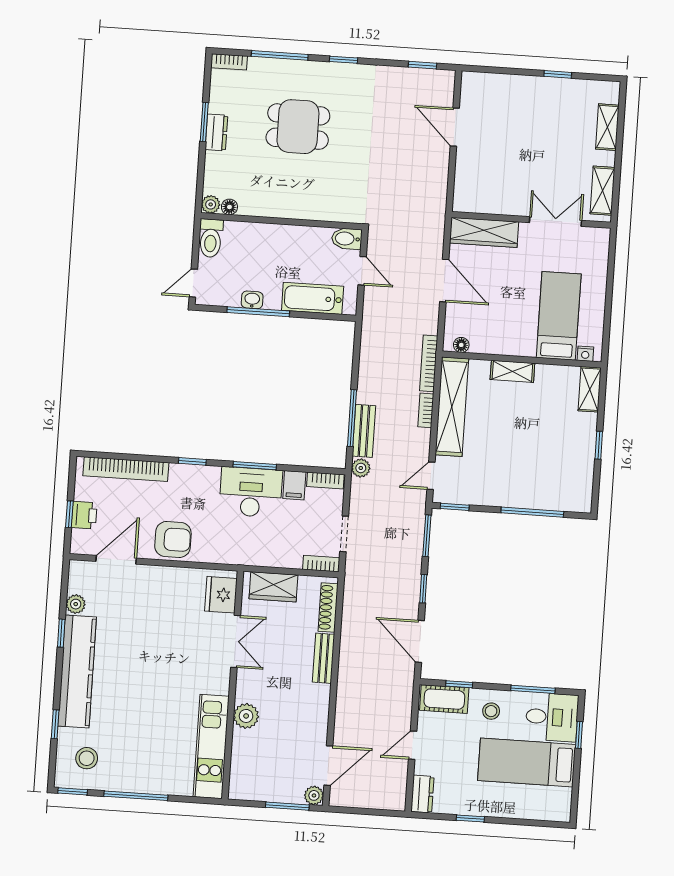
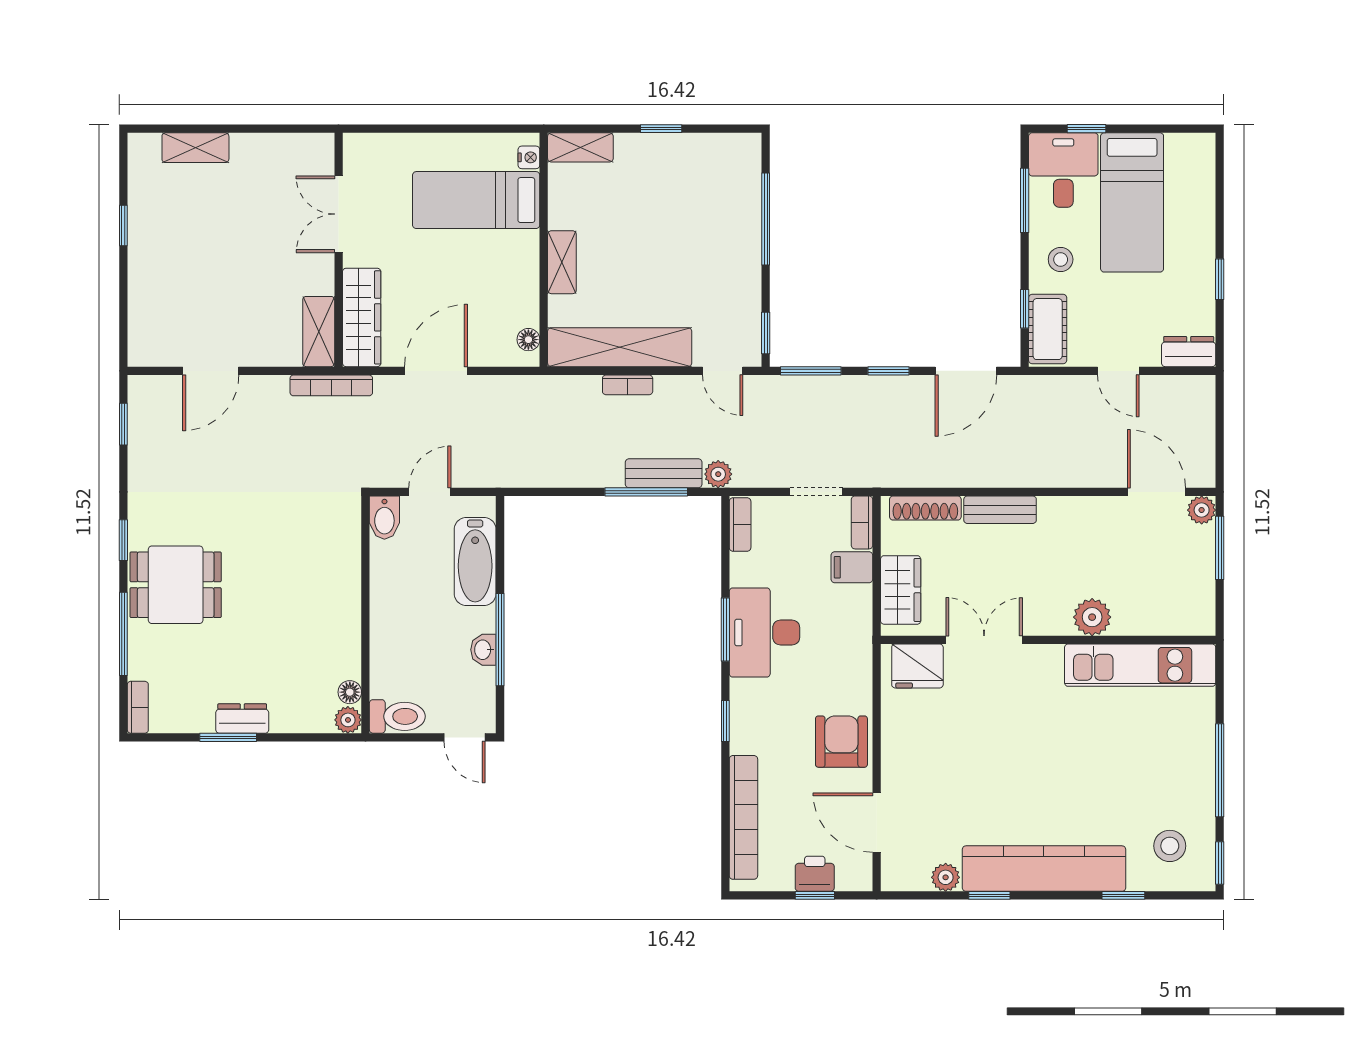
dining table: (298, 127) -> (176, 585), moved, turned 90
shelving: (602, 191) -> (319, 332), moved, turned 90
bookcase: (429, 363) -> (331, 385), moved
filing cabinet: (294, 485) -> (852, 567), moved, turned 180

